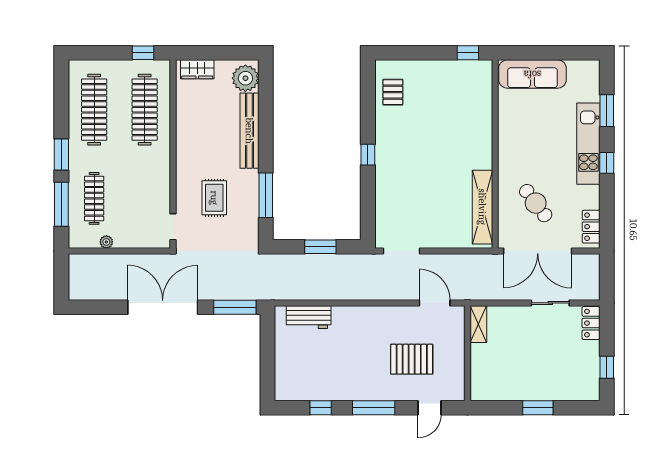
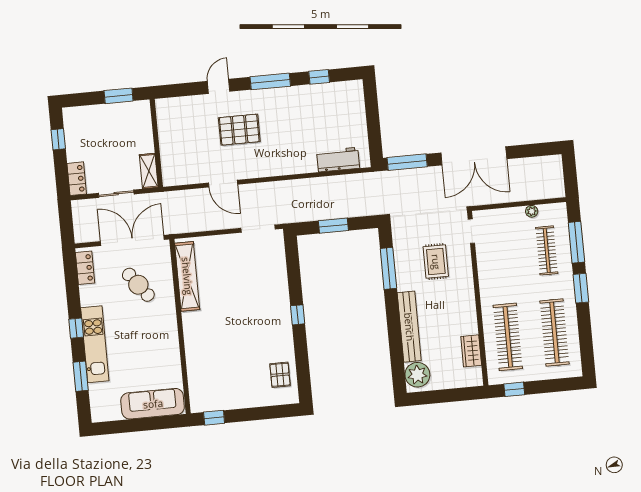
wardrobe: (197, 69) -> (471, 351), moved, turned -90
shelving: (478, 324) -> (149, 171), moved
wall: (467, 353) -> (156, 143), moved

